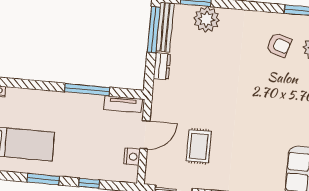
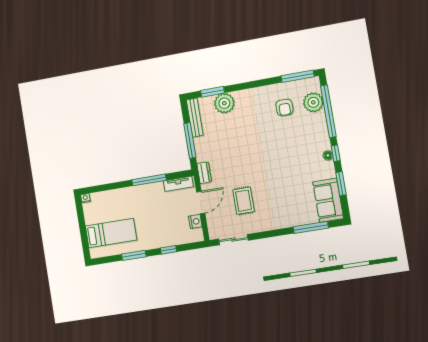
window: (154, 30) -> (190, 140), moved
armchair: (279, 45) -> (284, 107), turned 72
dresser: (162, 66) -> (204, 173), moved

